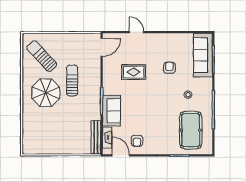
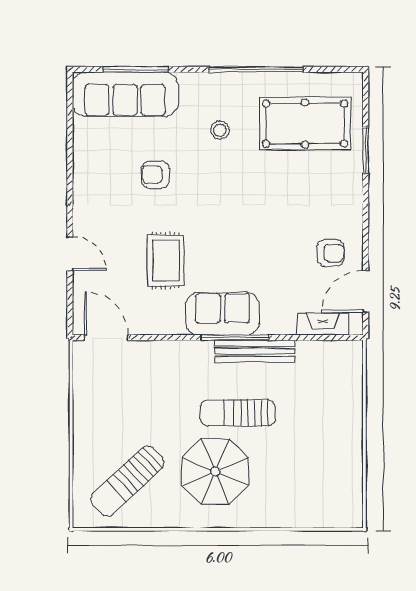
door: (137, 32) -> (70, 254), swing flipped
sun lounger: (72, 80) -> (238, 413), moved
sofa: (111, 111) -> (223, 314), moved
bench: (96, 137) -> (255, 351), moved

